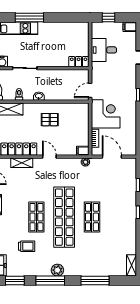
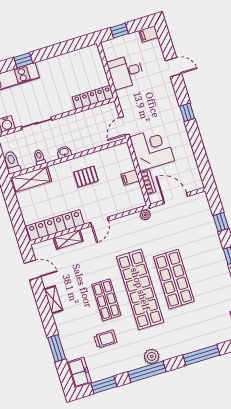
window: (29, 18) -> (23, 60), width x0.46
locker: (79, 62) -> (93, 97), width x1.53
filing cabinet: (83, 151) -> (130, 177), moved
door: (49, 157) -> (99, 222), swing flipped
shop shelf: (92, 217) -> (174, 279), width x1.43, depth x1.36

